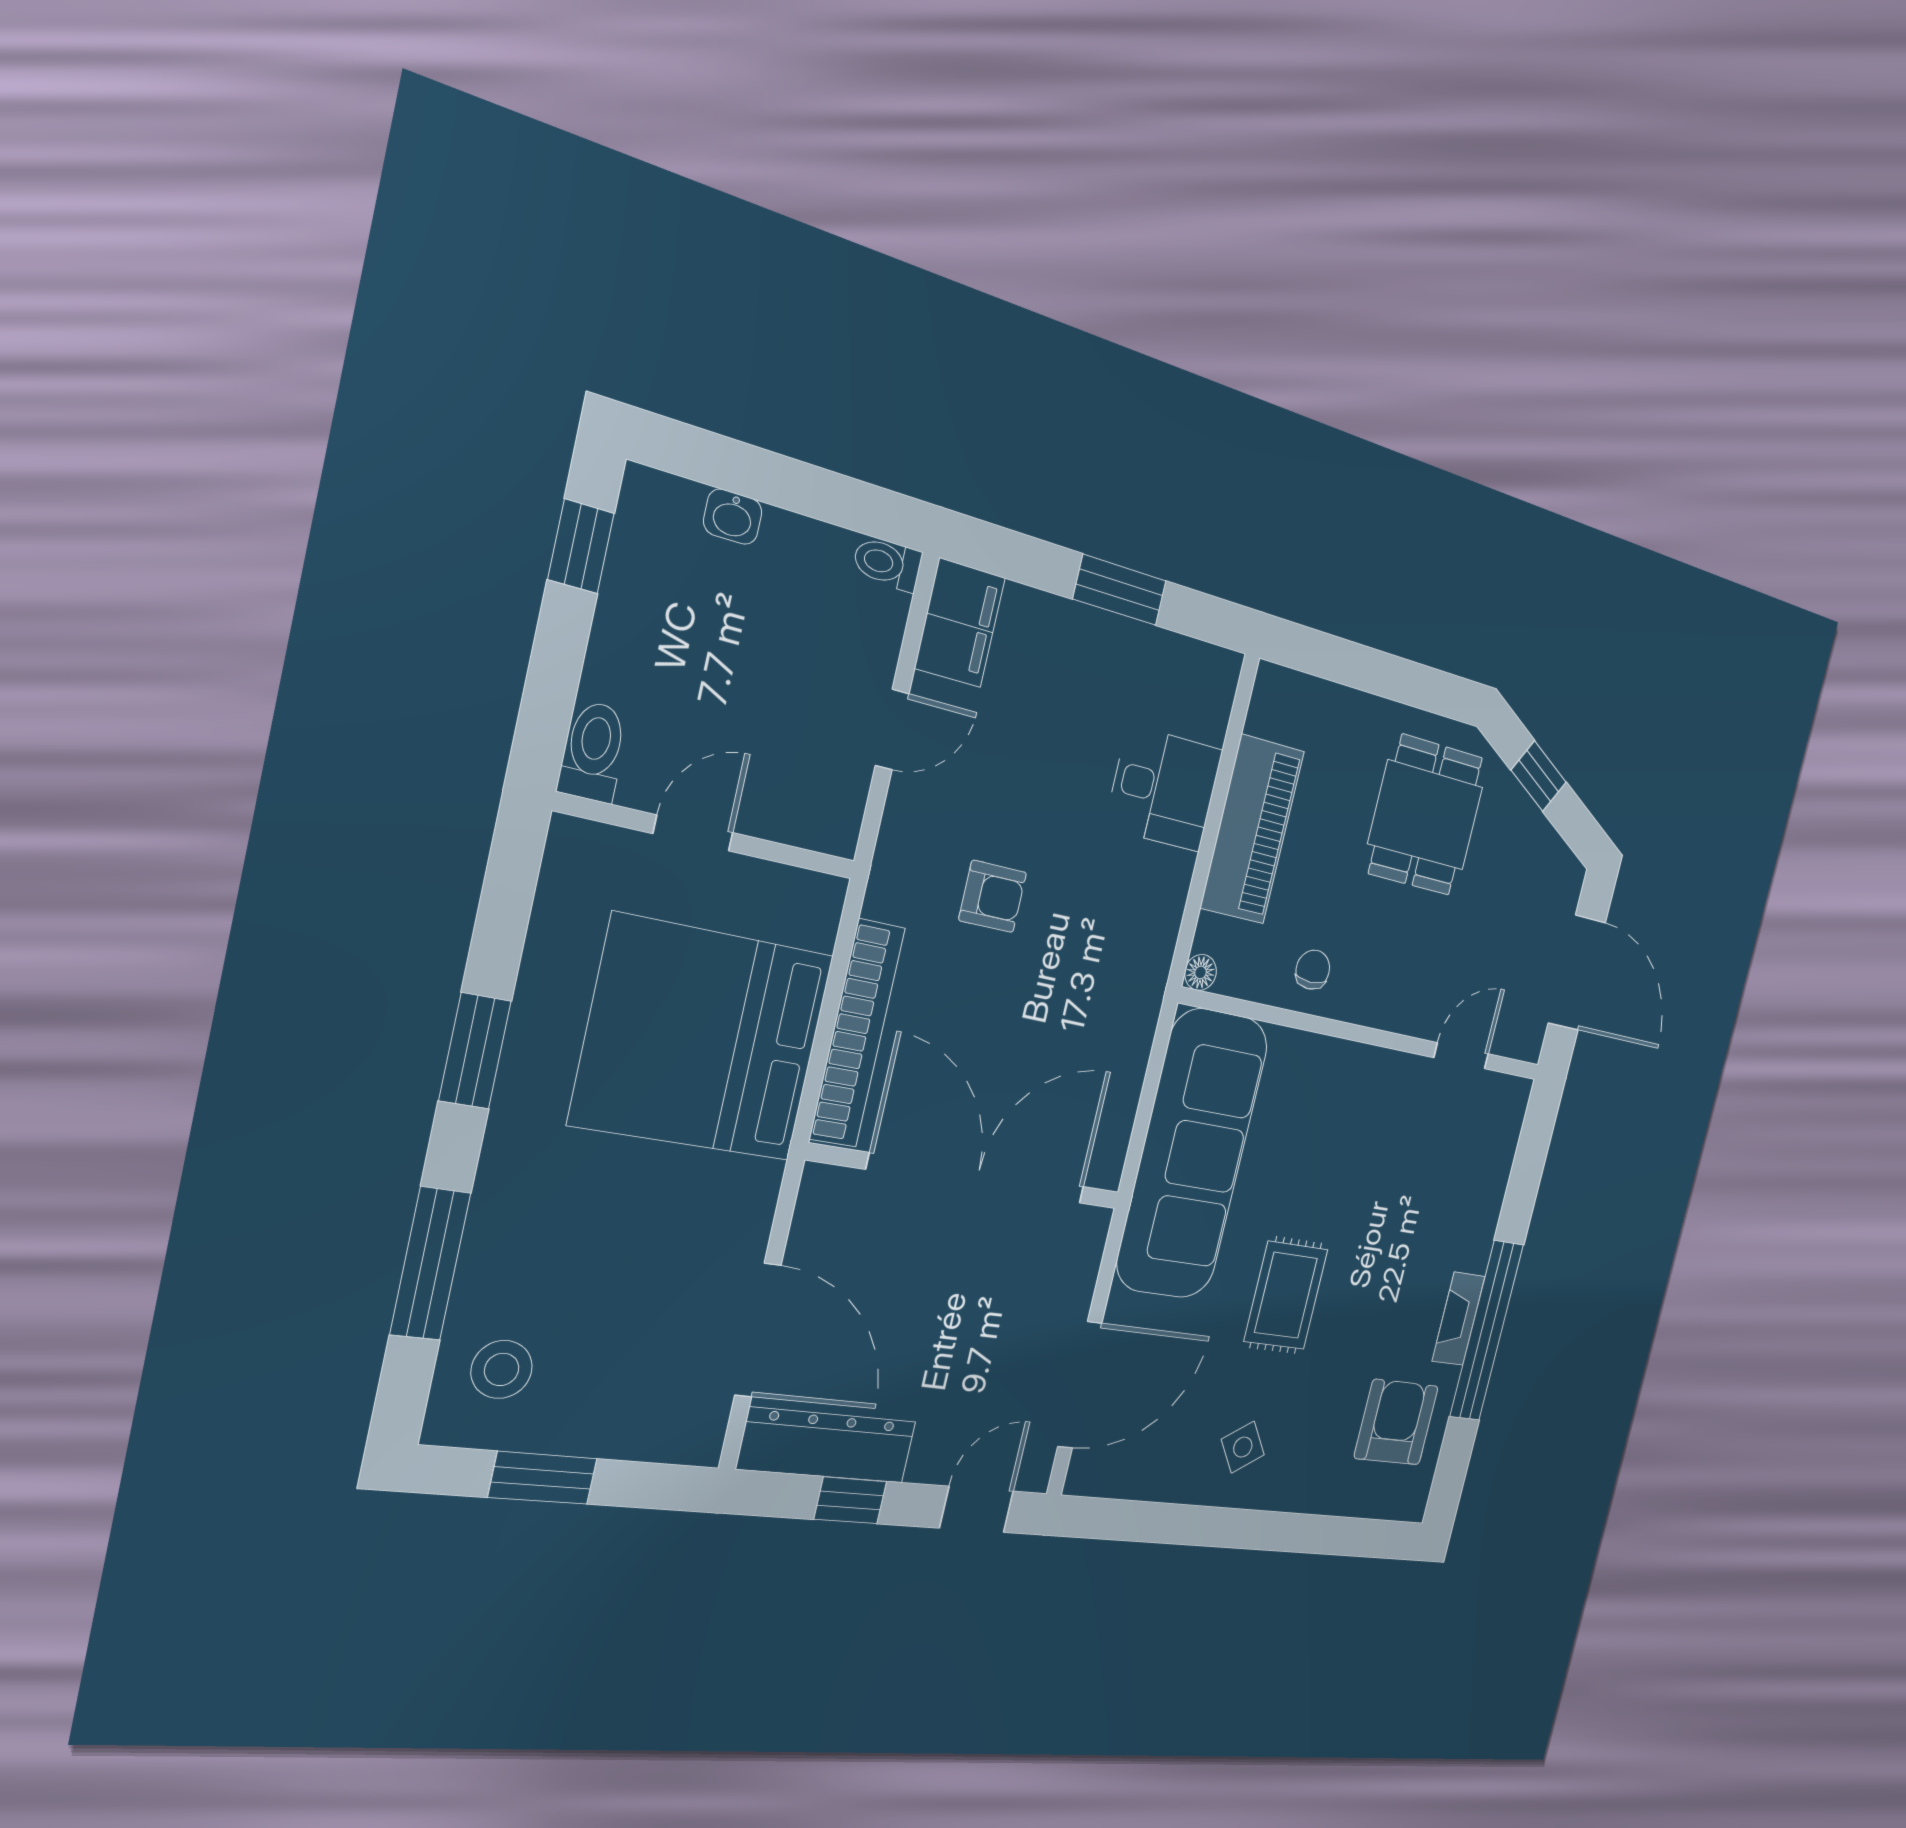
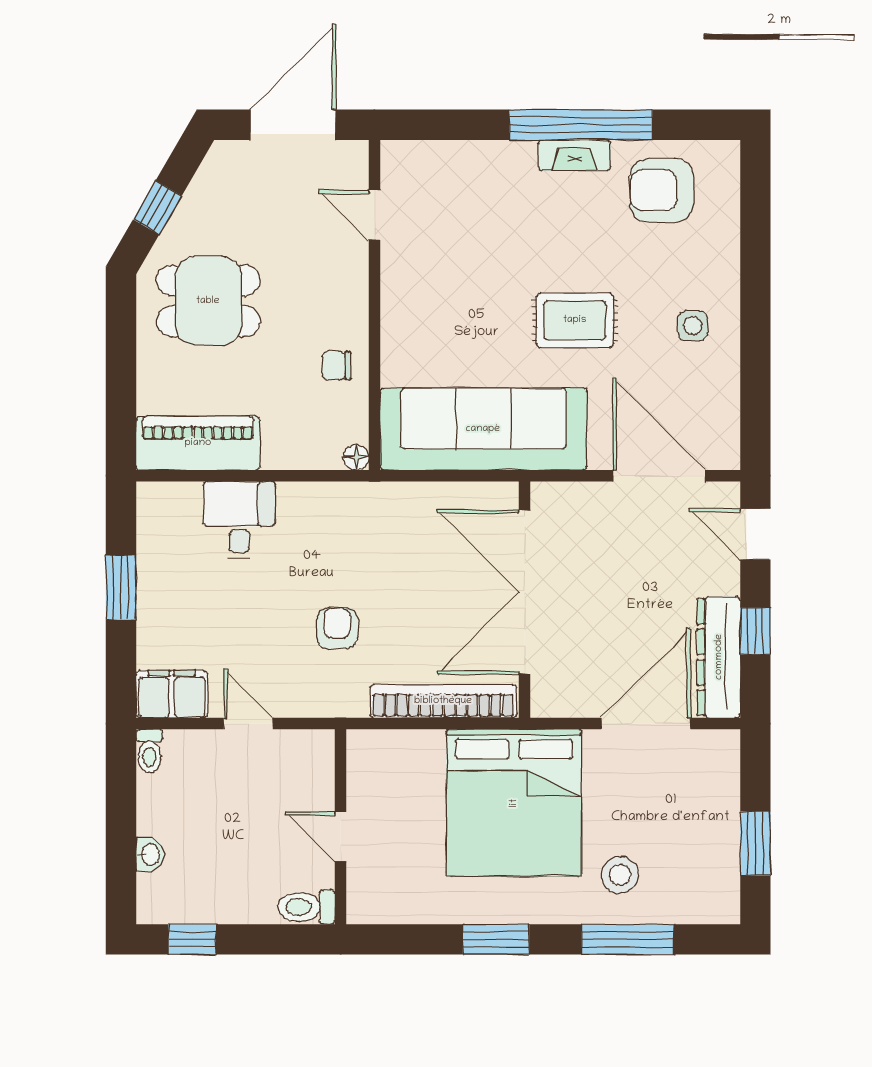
piano: (1252, 830) -> (198, 443), moved
bed: (702, 1039) -> (514, 803), moved
stool: (502, 1369) -> (620, 875), moved
side table: (1243, 1447) -> (693, 326), turned 33

